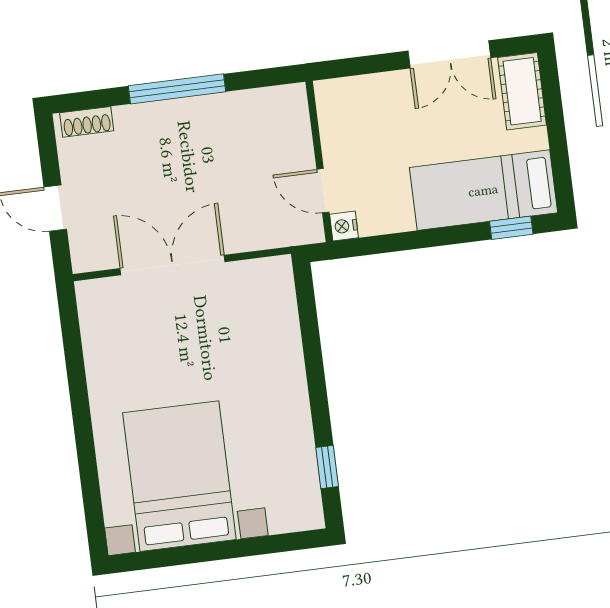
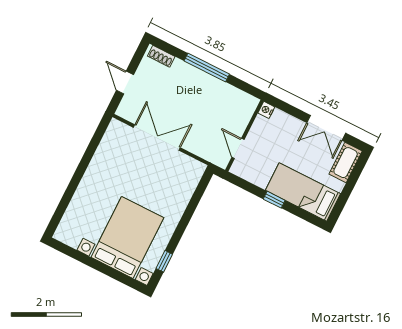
nightstand: (344, 226) -> (266, 110), moved
window: (511, 228) -> (274, 200), moved
bed with nightstands: (179, 476) -> (127, 237), moved

